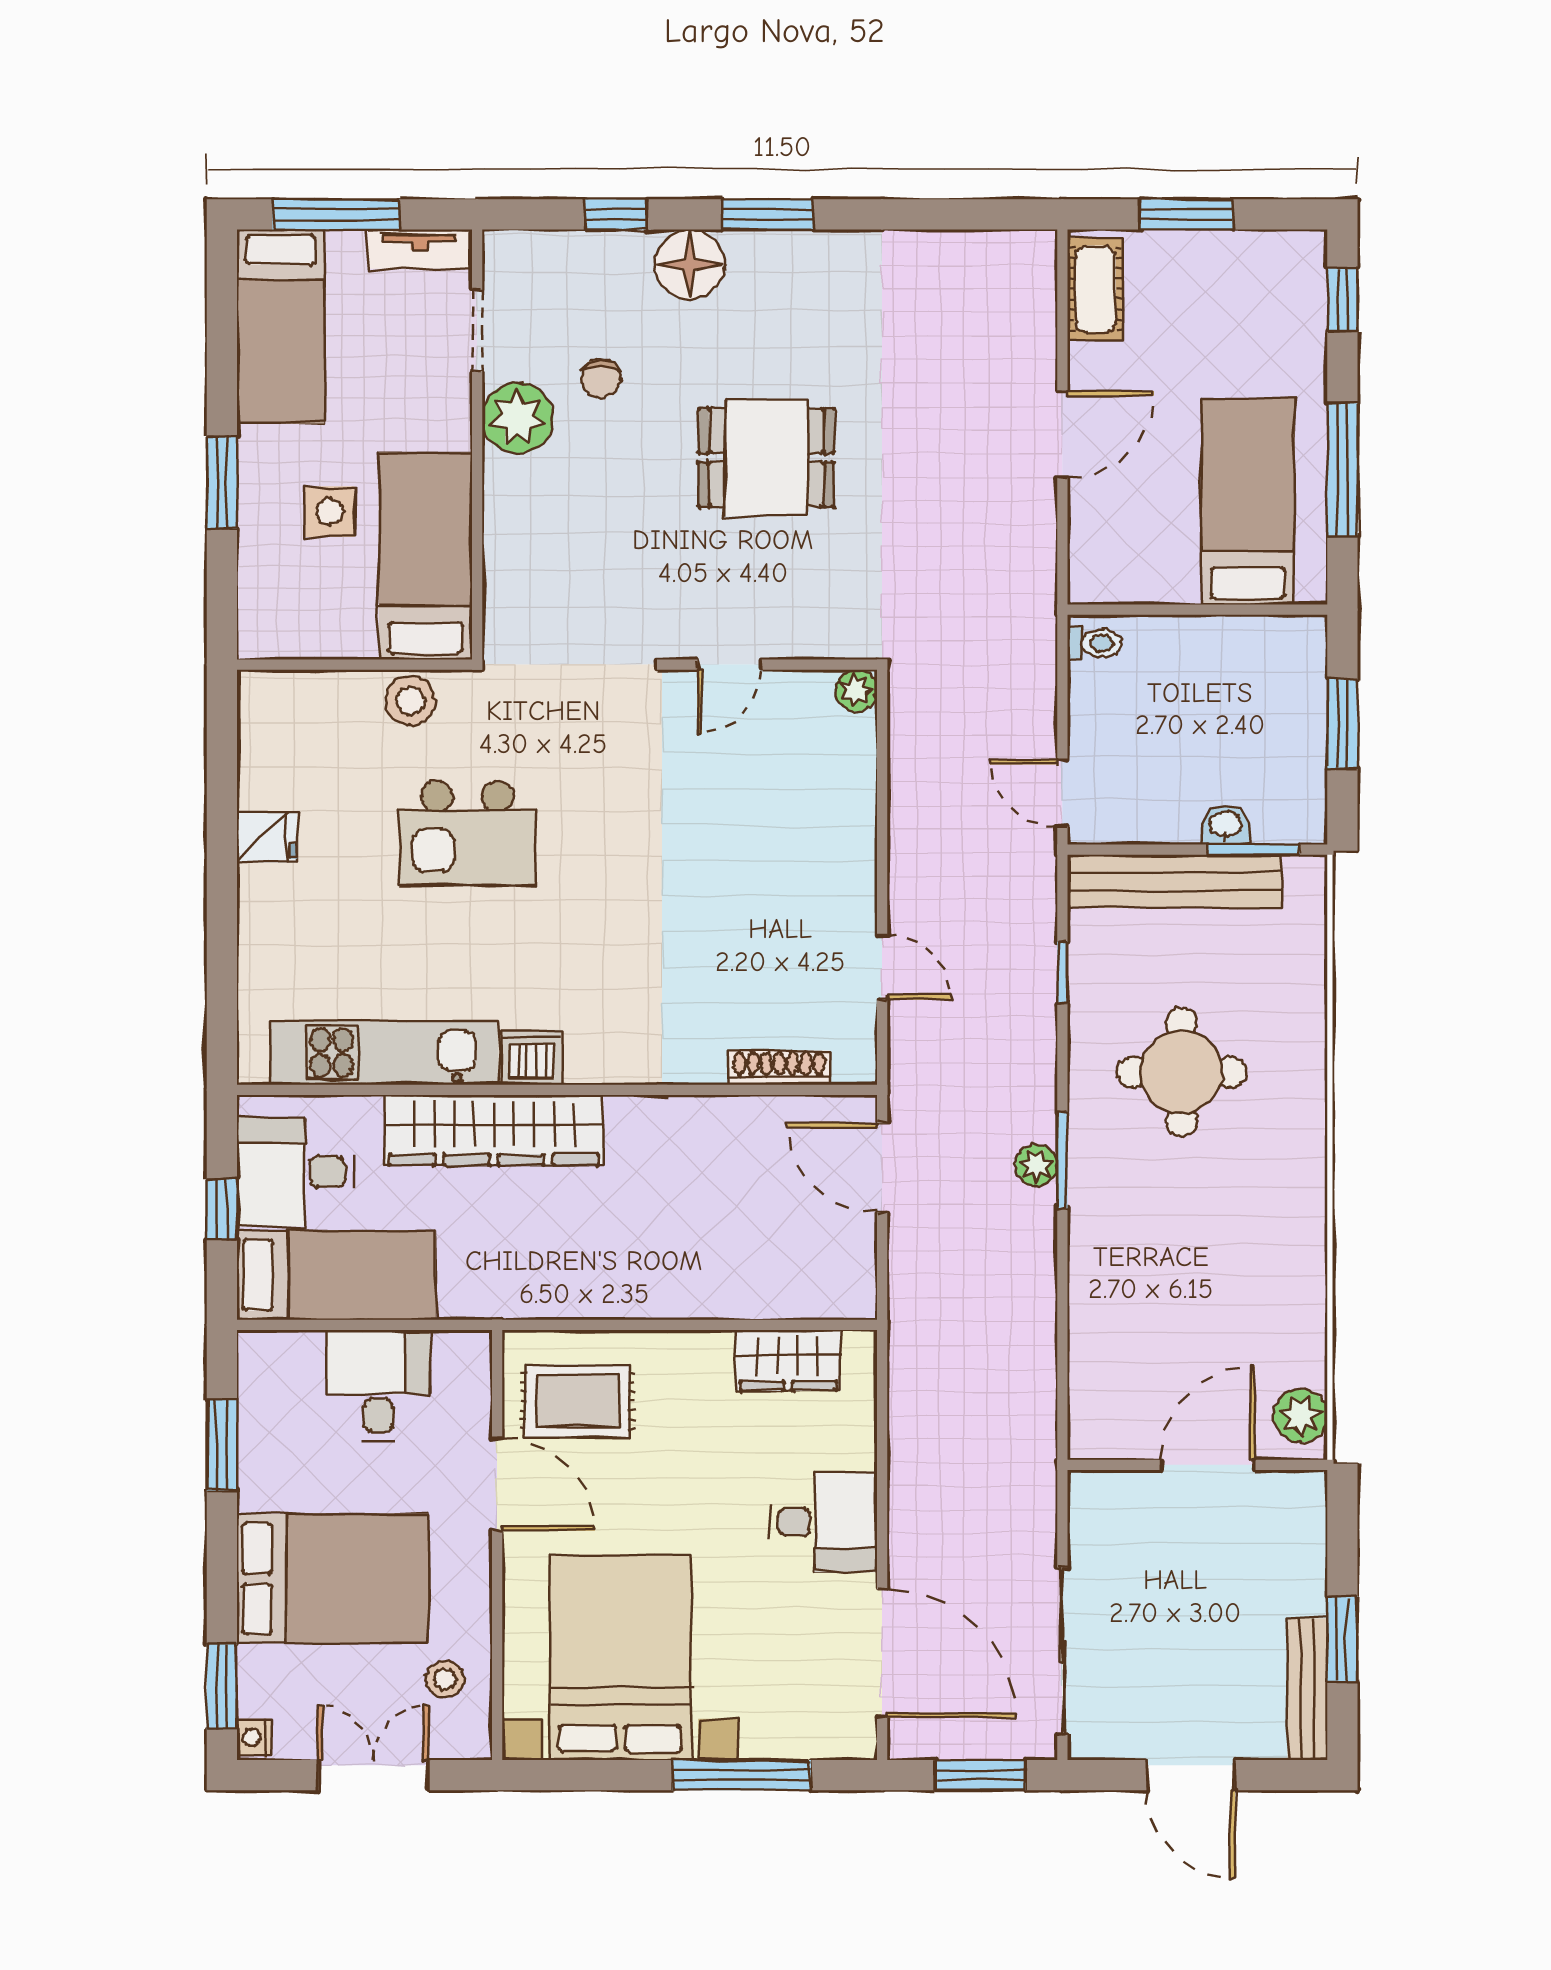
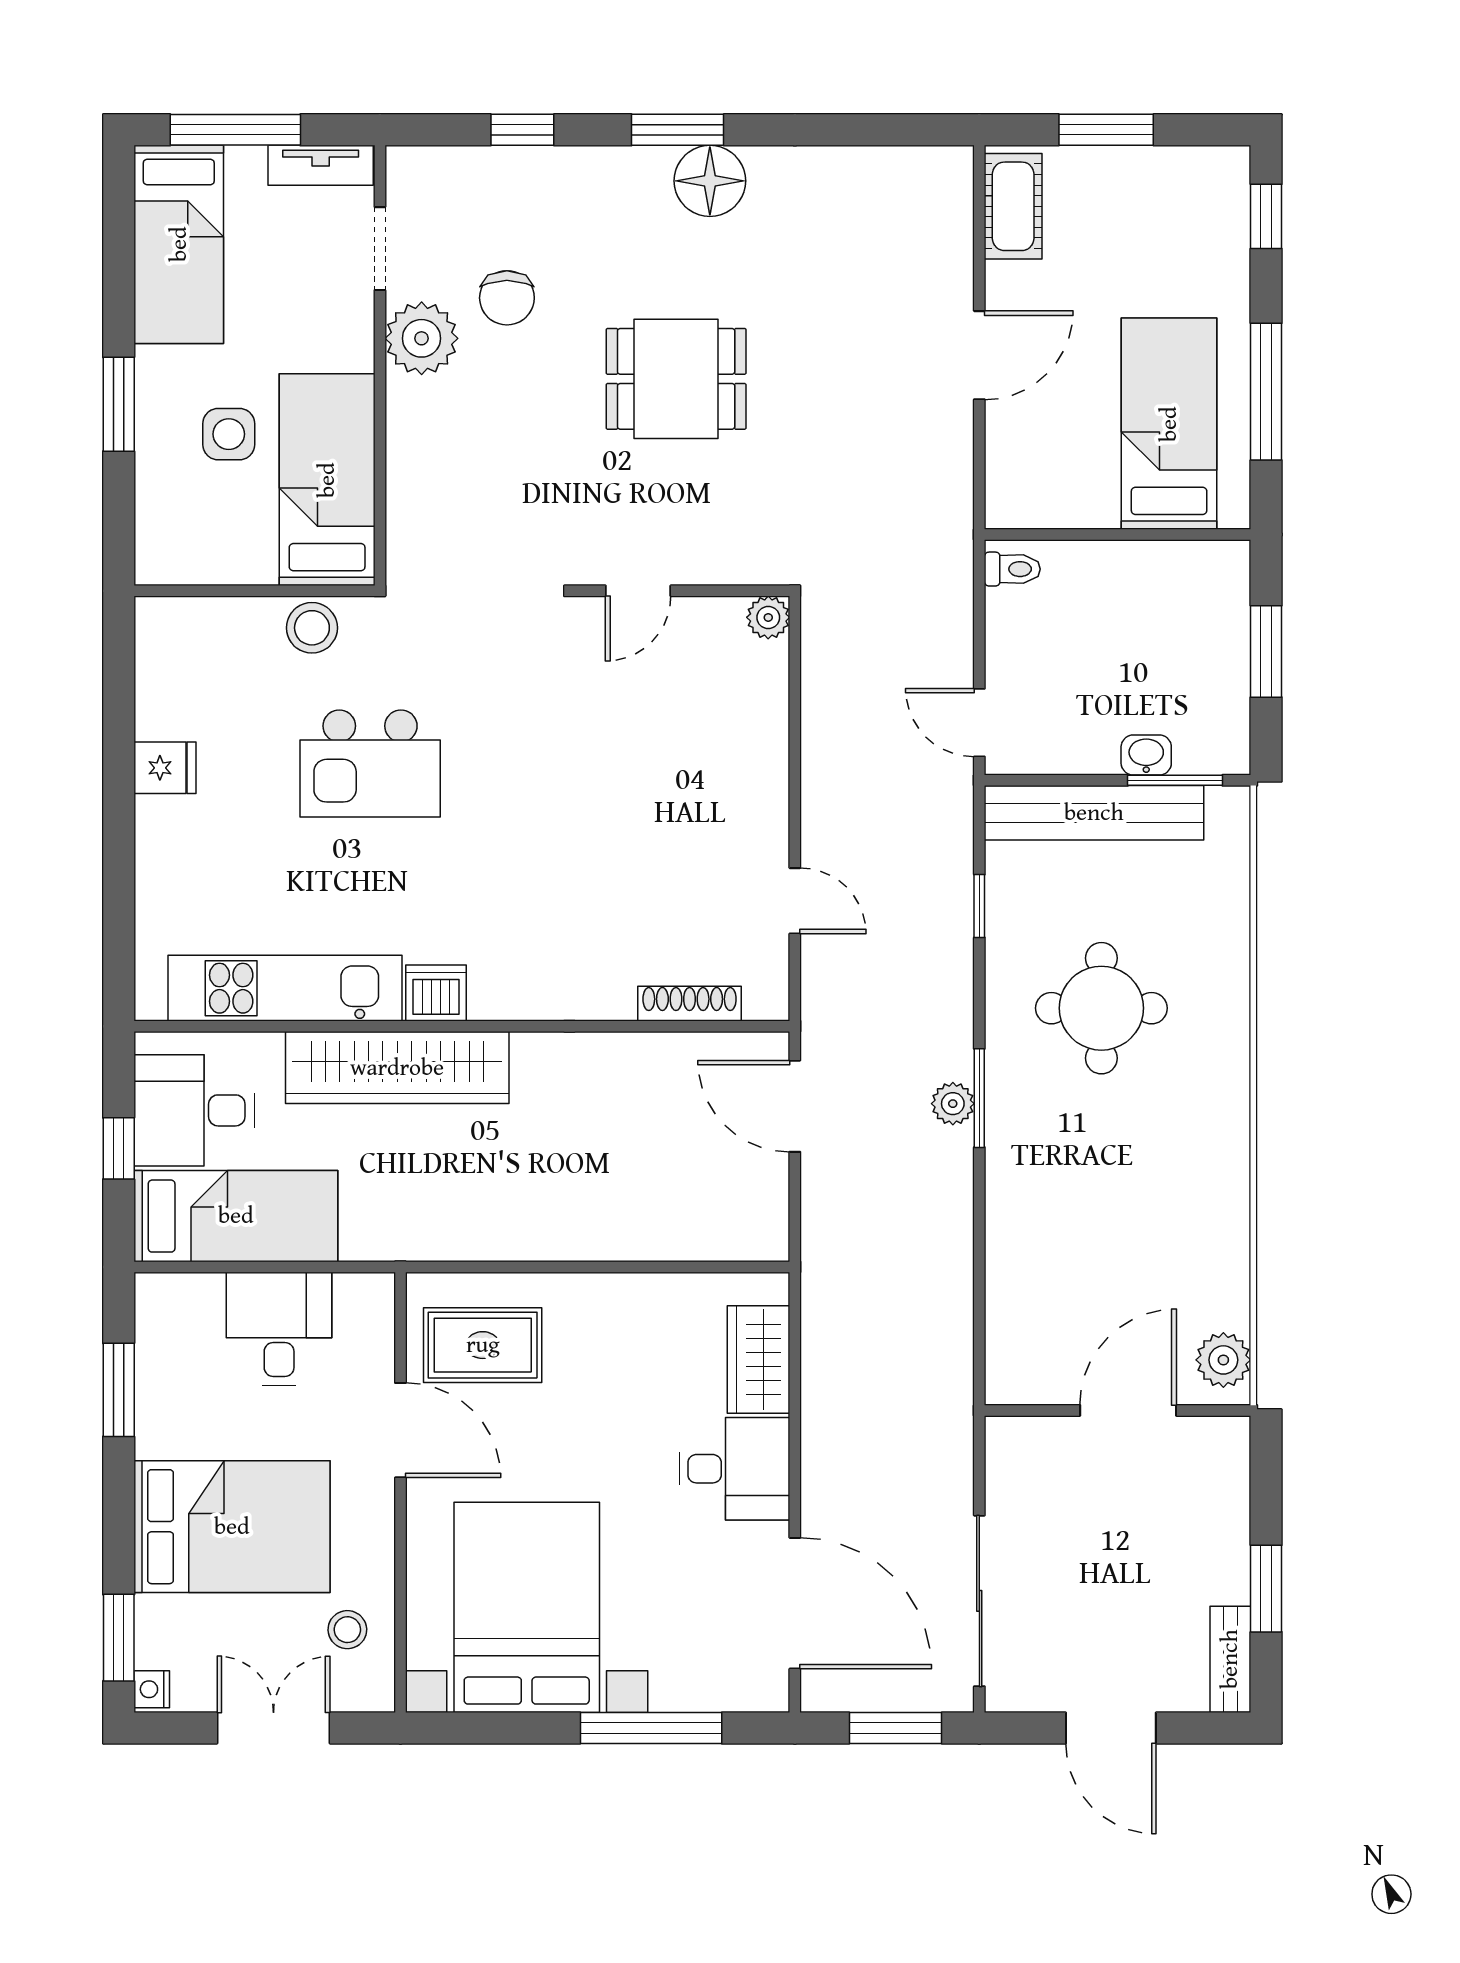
floor lamp: (690, 264) -> (710, 181), moved
chair: (601, 378) -> (507, 298), width x1.37, depth x1.37
wardrobe: (788, 1360) -> (759, 1360), moved, turned 90
bench: (1308, 1689) -> (1230, 1659), width x0.73

